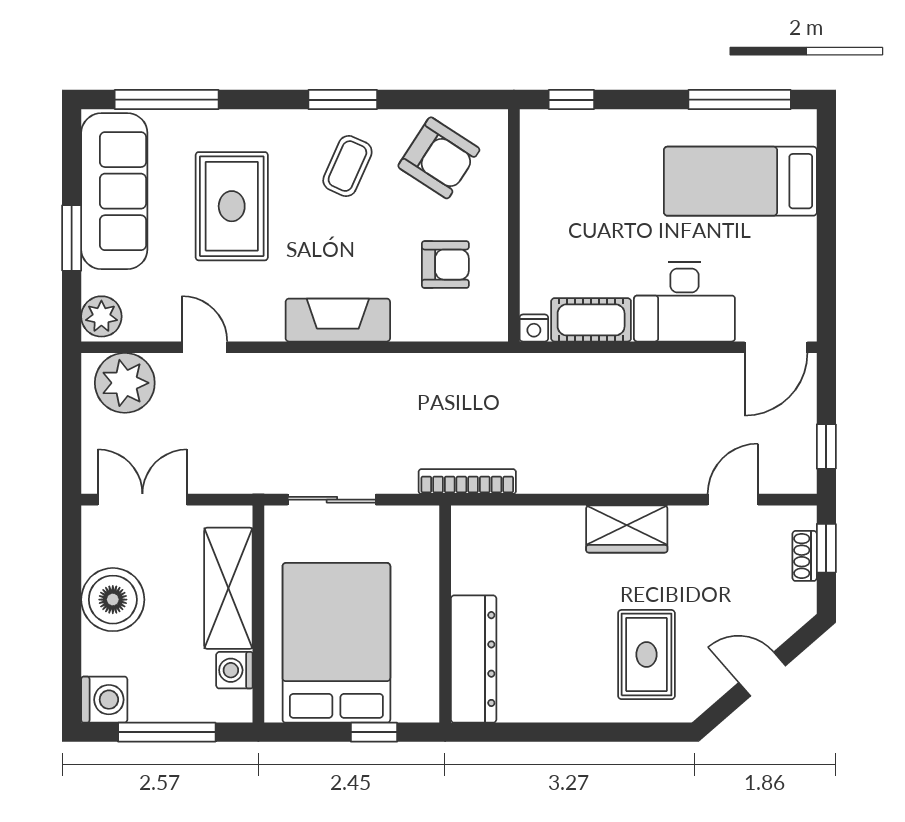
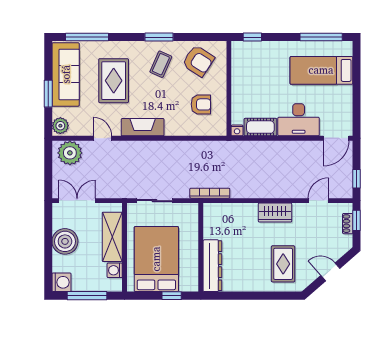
fireplace: (338, 320) -> (143, 127), moved

